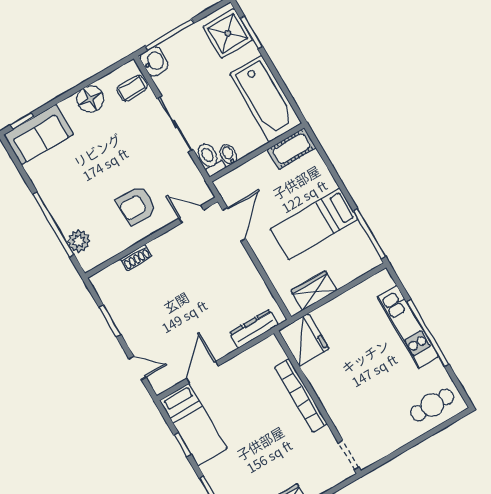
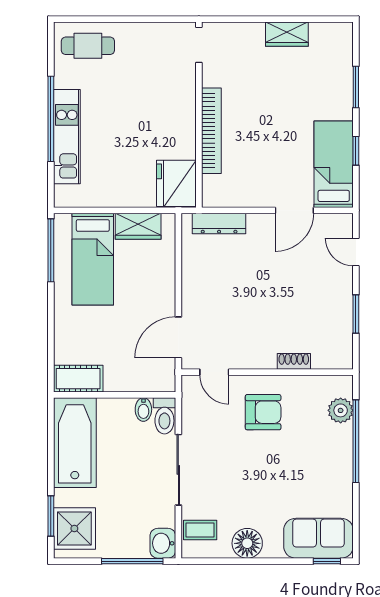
bed: (314, 224) -> (93, 259), moved, turned 90

